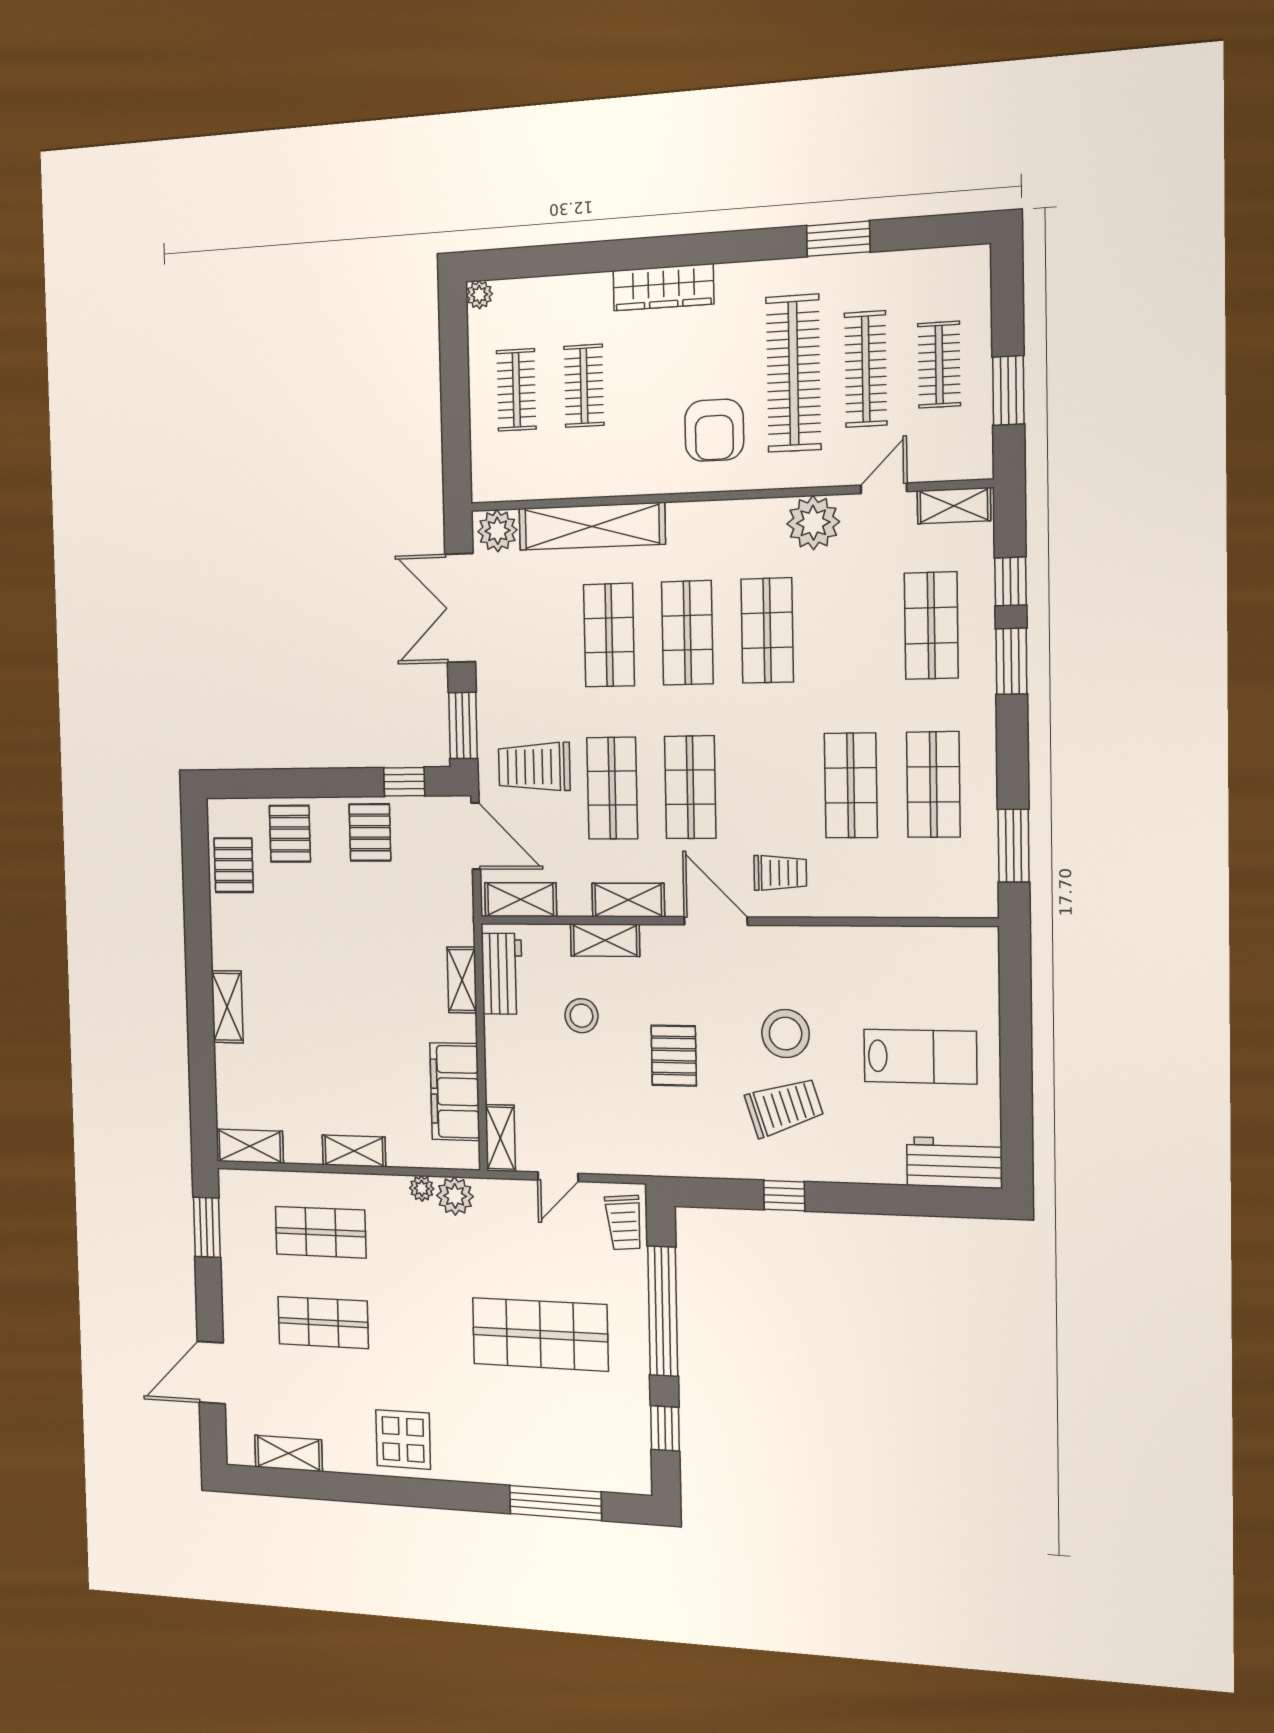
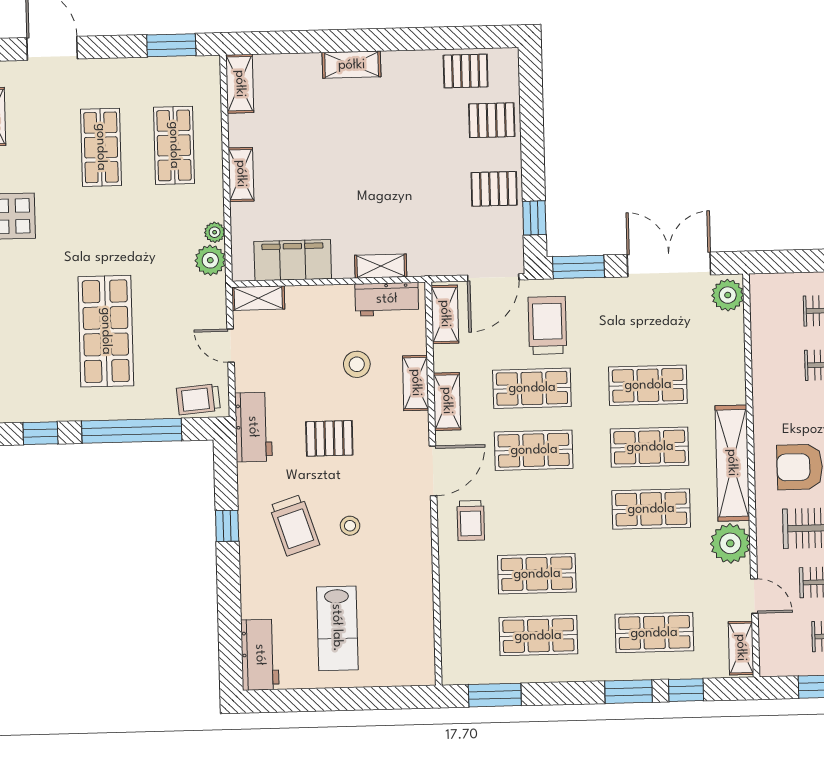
shelving: (592, 526) -> (732, 463), moved
stool: (786, 1034) -> (350, 526), width x0.53, depth x0.53
workbench: (659, 1154) -> (253, 427), added

